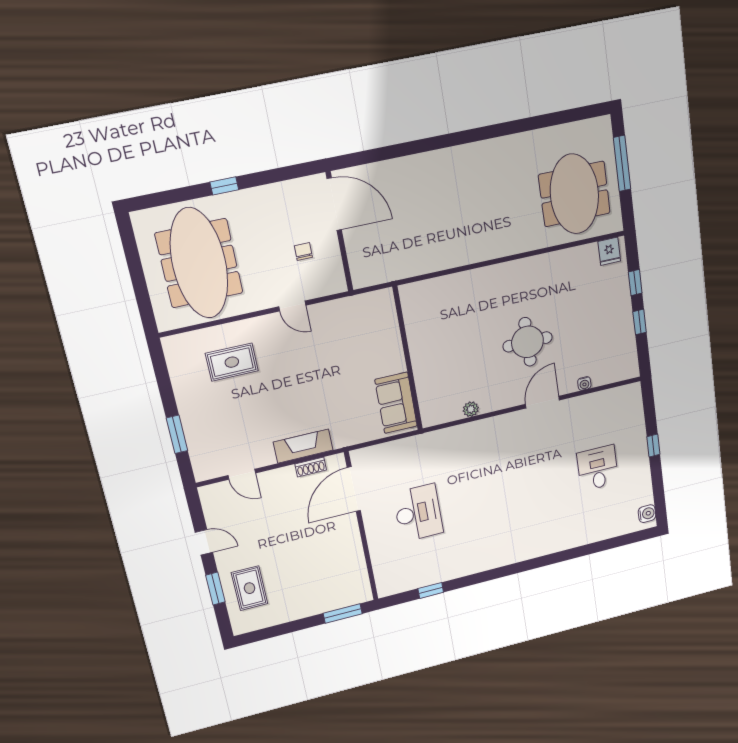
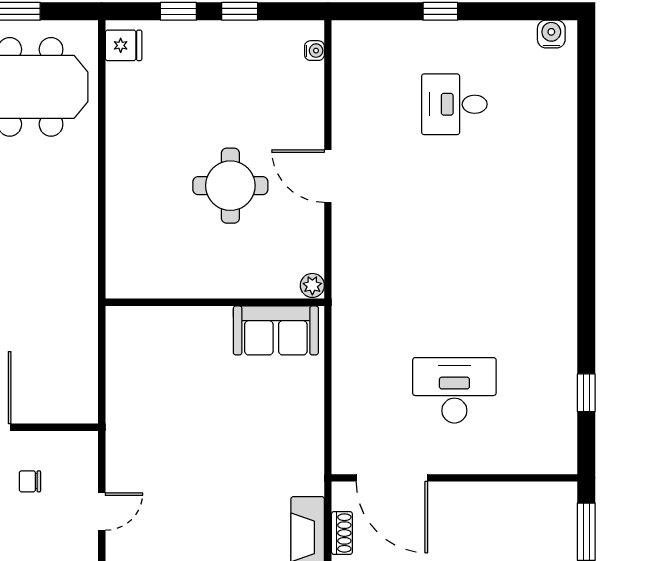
wall: (408, 359) -> (215, 302), moved
water cooler: (584, 383) -> (314, 51), moved
sofa: (396, 403) -> (276, 330), moved

